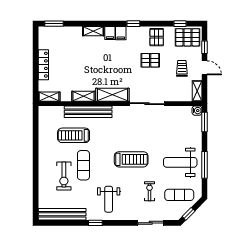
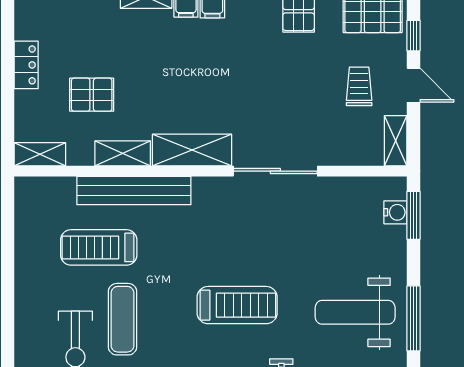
pallet: (150, 60) -> (92, 95), moved
locker: (43, 65) -> (26, 65), width x0.66
water cooler: (197, 111) -> (395, 212), moved

